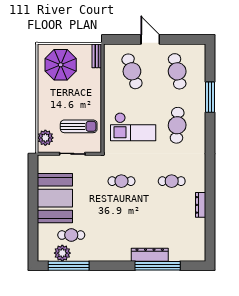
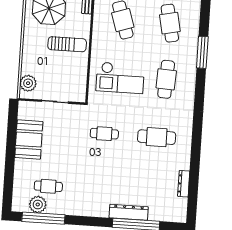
sun lounger: (79, 126) -> (67, 44), moved
cafe table: (172, 181) -> (157, 137), width x1.37, depth x1.35
booth: (55, 198) -> (29, 140), width x0.73, depth x0.70
dresser: (201, 205) -> (184, 184), moved

